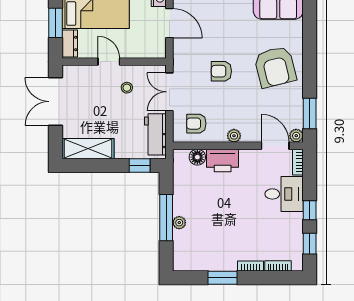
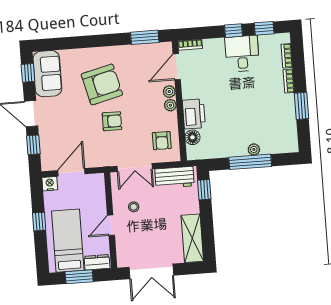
armchair: (275, 67) -> (102, 84), moved
armchair: (221, 71) -> (112, 121), turned -90
plant: (296, 136) -> (169, 92), moved
desk: (284, 194) -> (242, 54), moved

